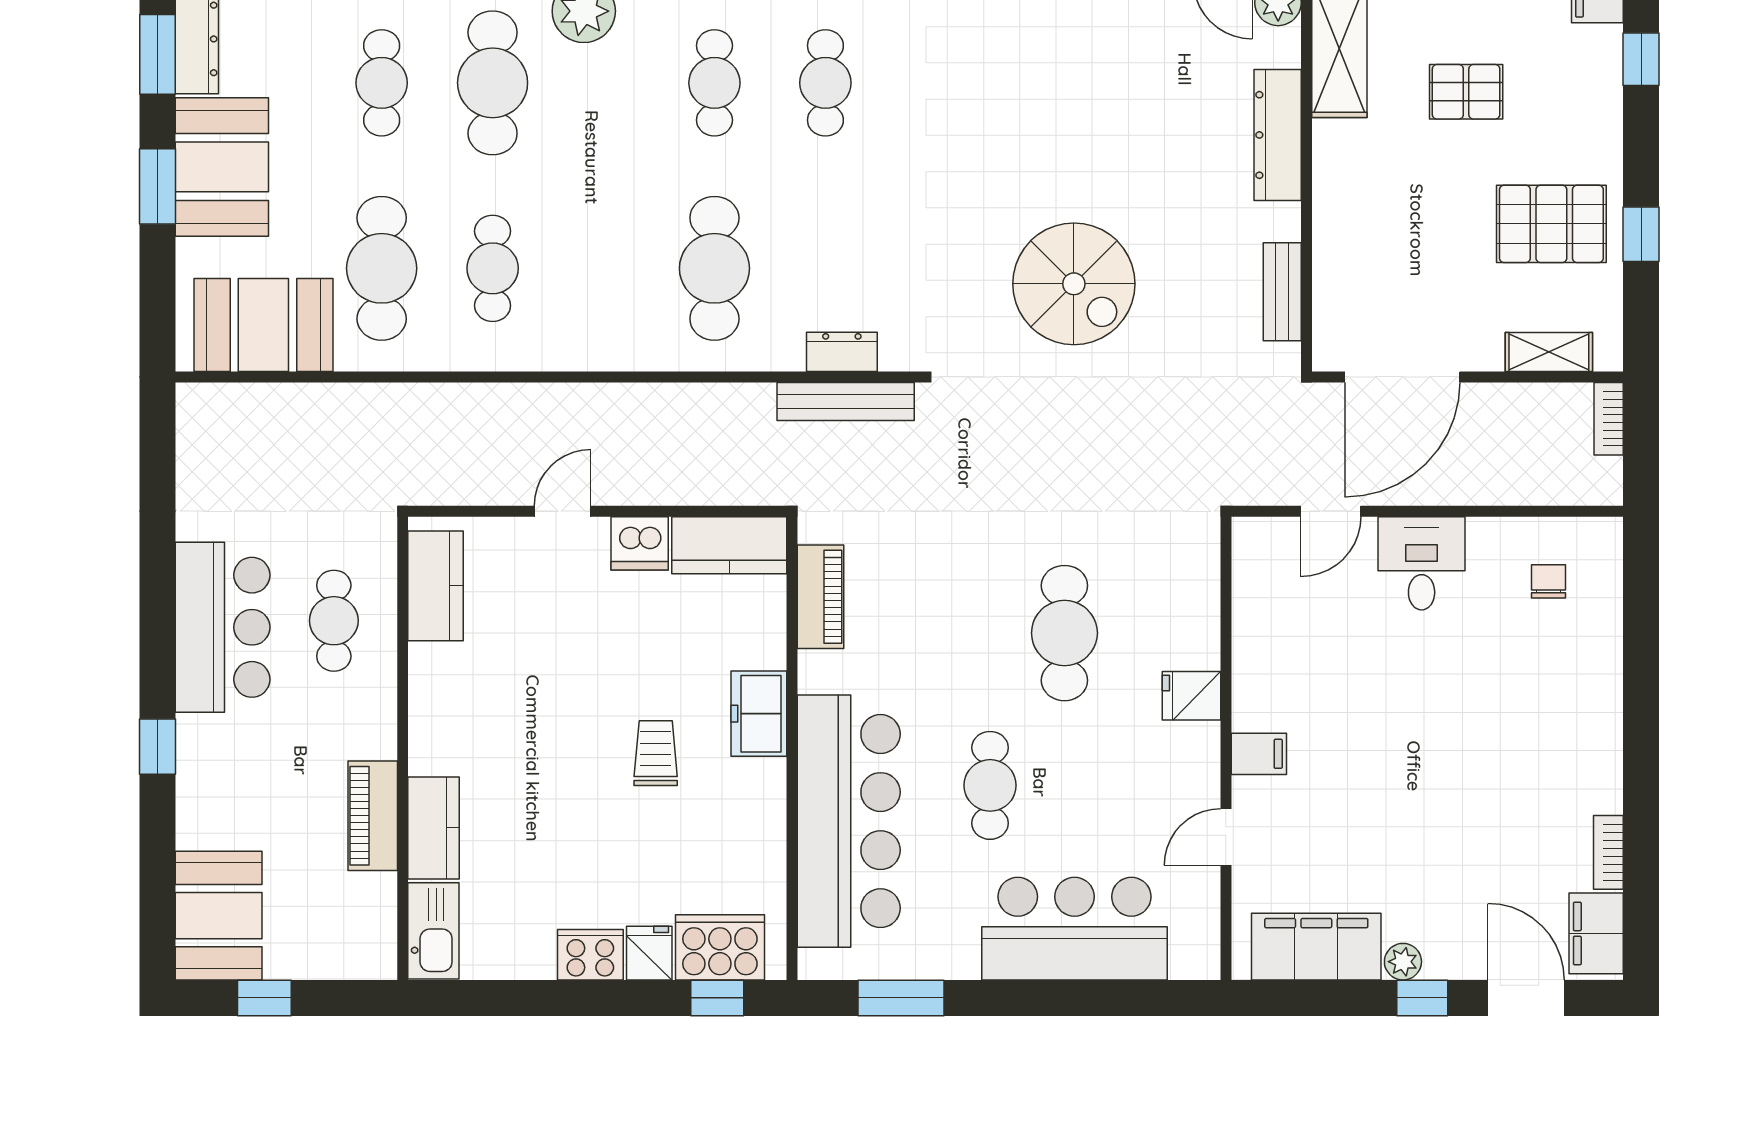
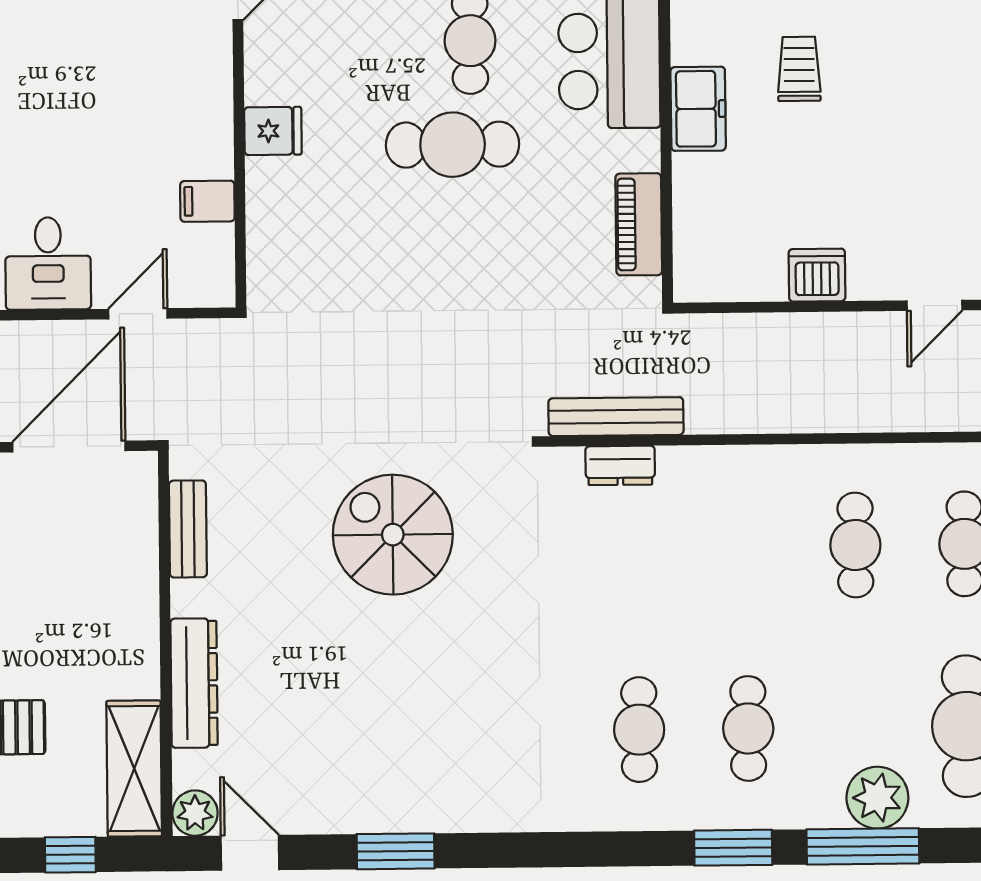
cafe table: (714, 268) -> (855, 545), moved, width x0.73, depth x0.74
door: (563, 511) -> (934, 305), moved
kitchen counter: (729, 545) -> (729, 274), removed
cafe table: (1064, 633) -> (453, 145), moved, turned 90
trolley: (656, 753) -> (799, 69), turned 180
filing cabinet: (1259, 754) -> (207, 201), moved

